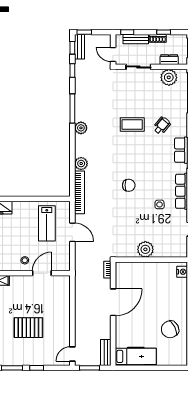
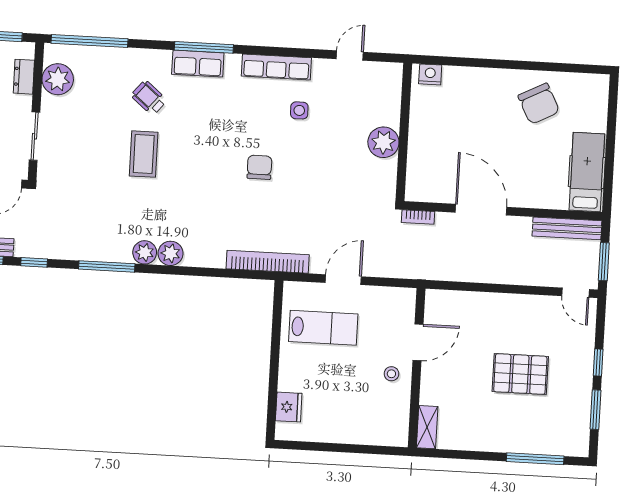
plant: (81, 164) -> (171, 253), moved
door: (42, 273) -> (418, 342), swing flipped
pallet: (28, 328) -> (520, 374), turned 90
bench: (106, 352) -> (567, 228), width x1.36

